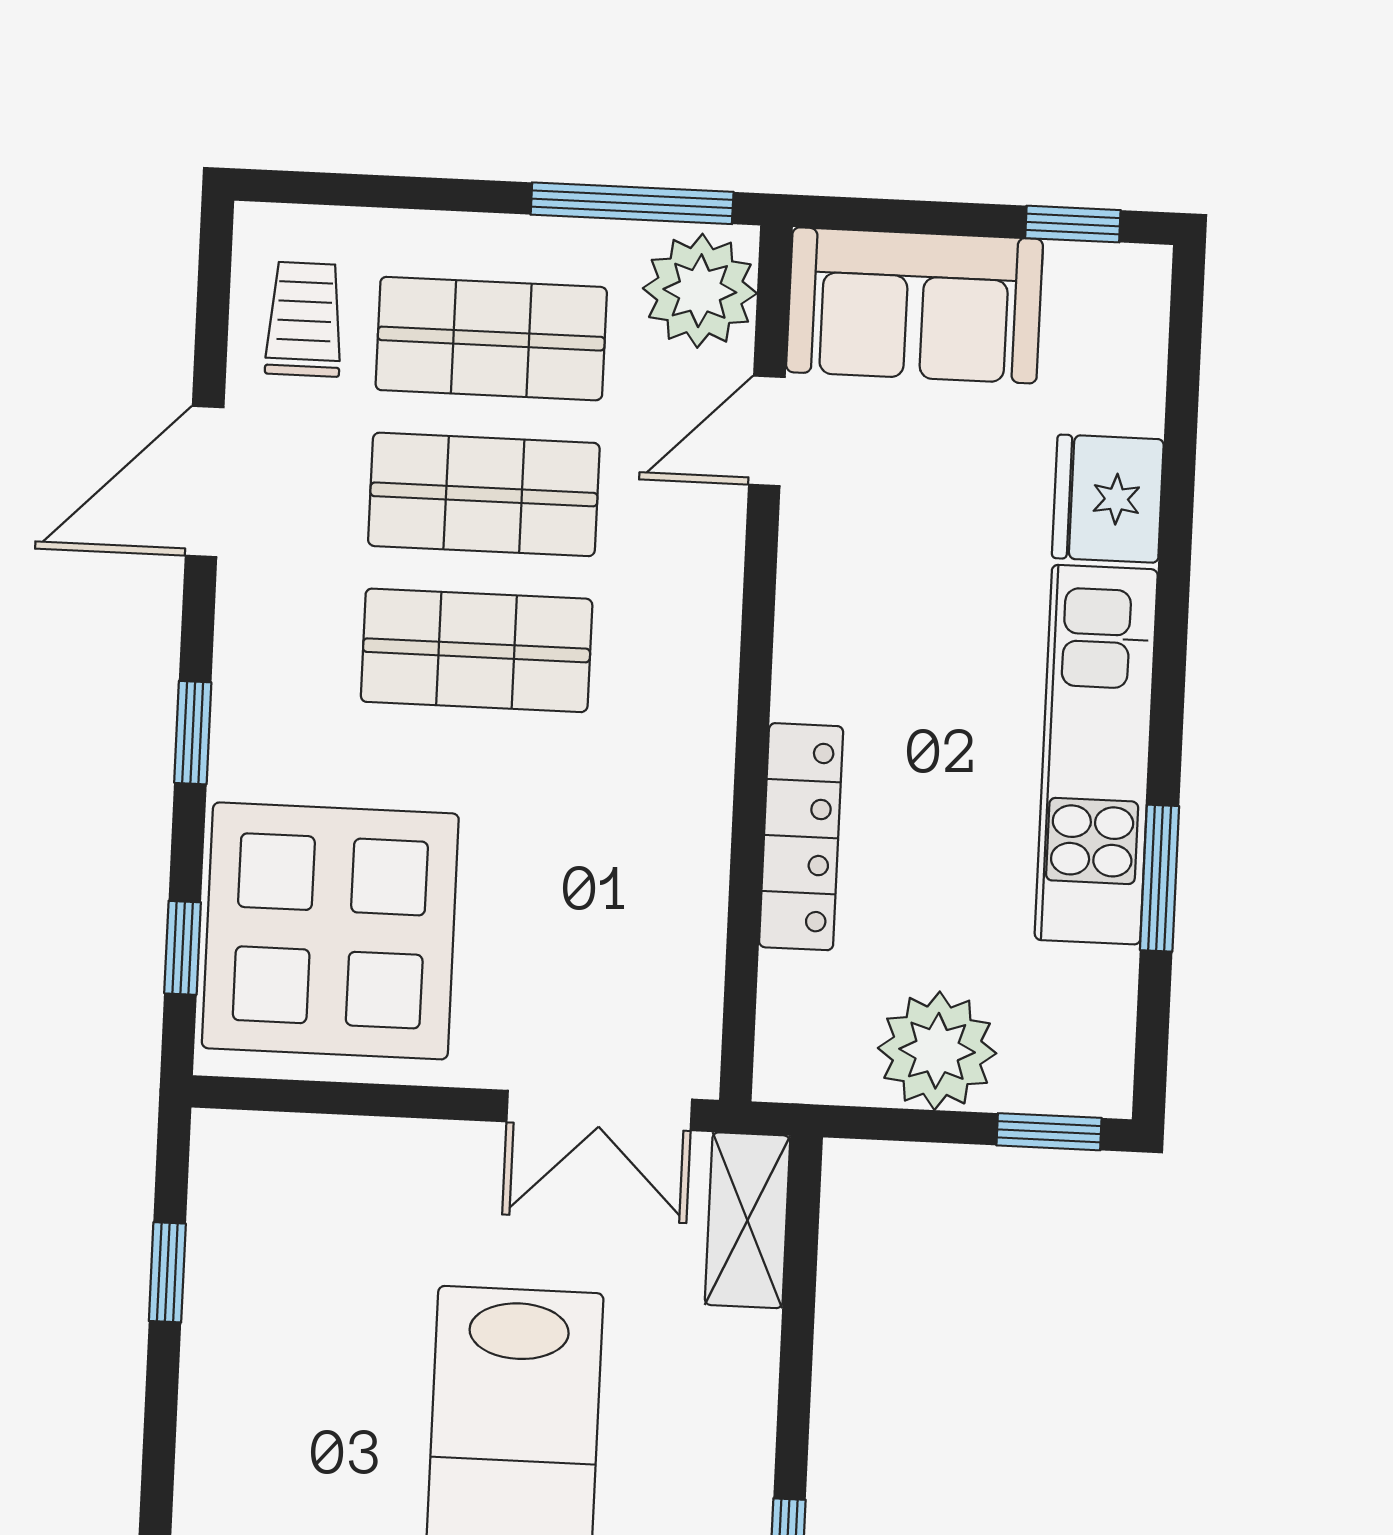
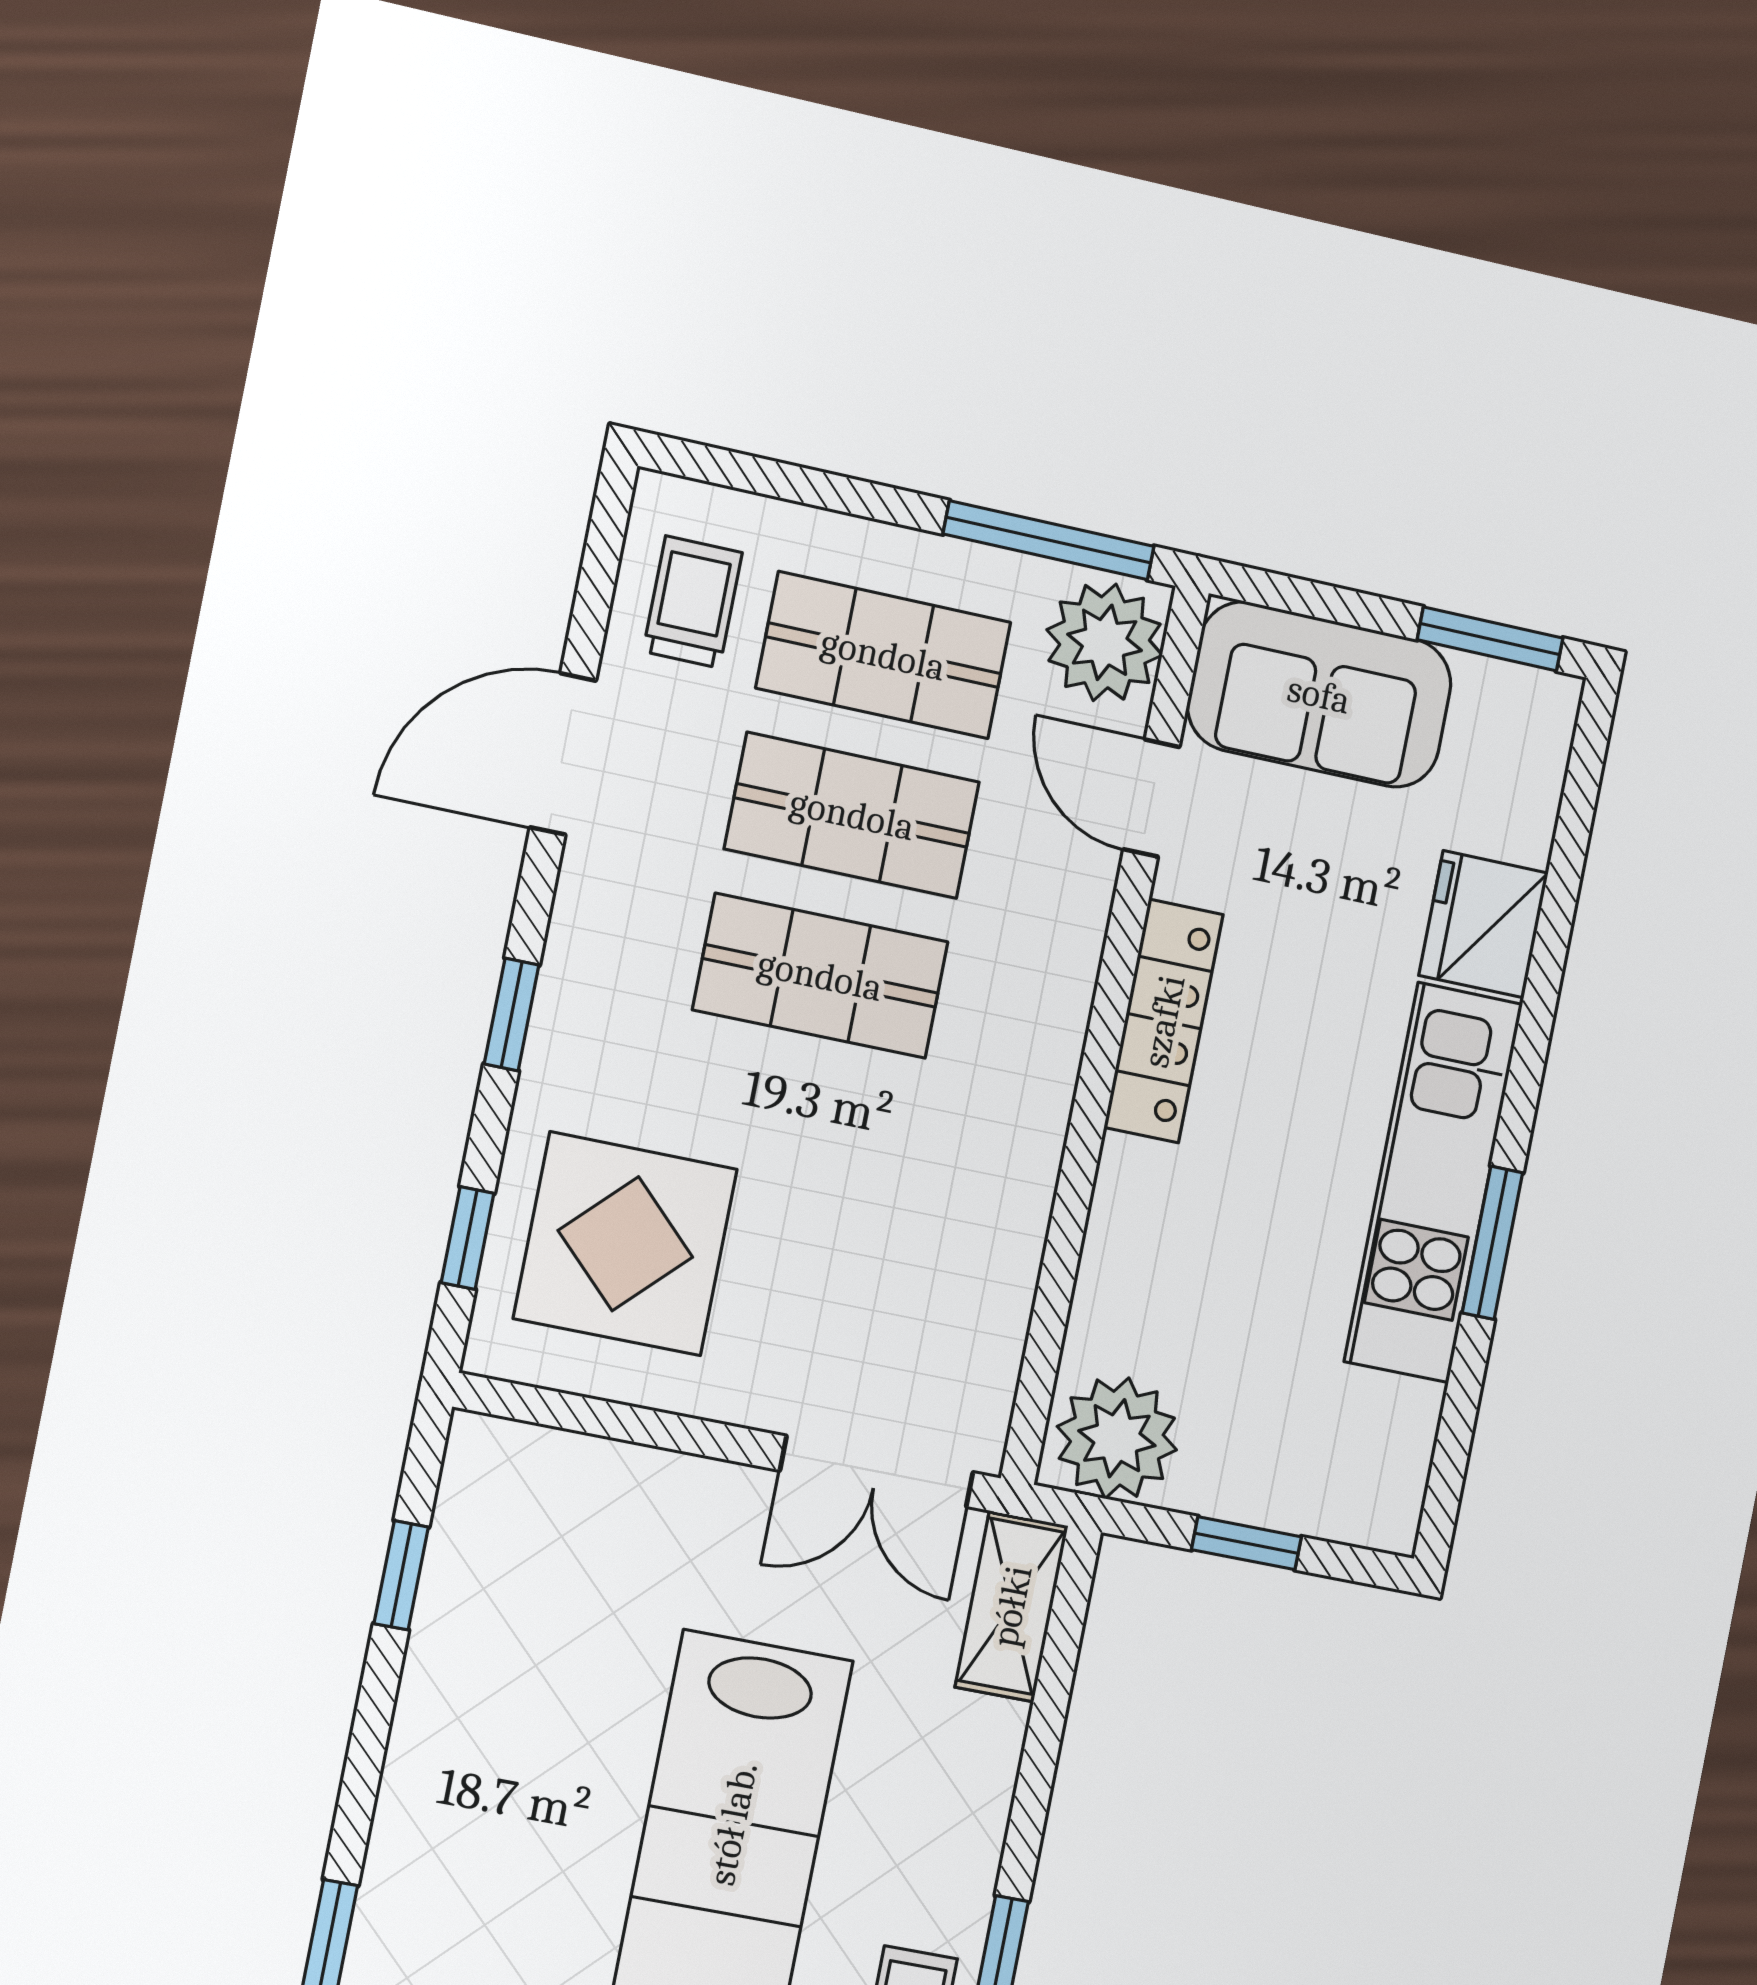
window: (1073, 224) -> (1490, 639), width x1.50
door: (767, 431) -> (1151, 798), hinge flipped
locker: (801, 837) -> (1164, 1021), moved
window: (1160, 878) -> (1492, 1243), moved
display table: (330, 931) -> (625, 1244), width x0.73, depth x0.73
plant: (937, 1051) -> (1117, 1438), moved
window: (1049, 1132) -> (1246, 1543), moved

